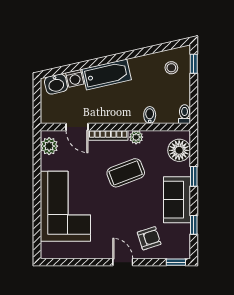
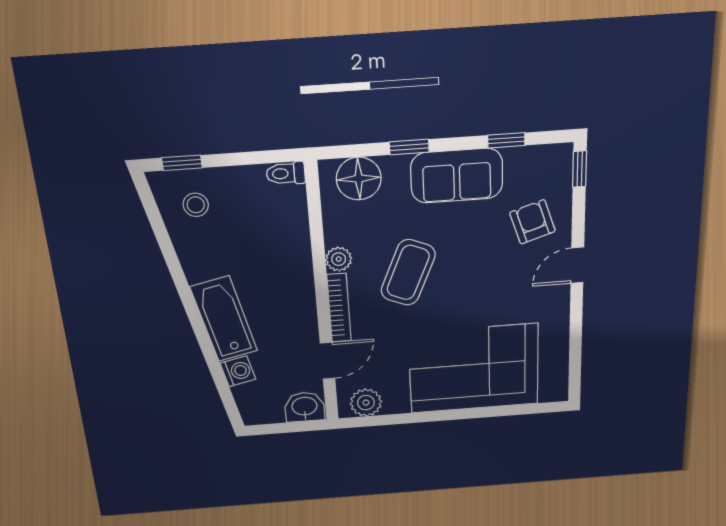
washbasin: (56, 84) -> (305, 407), moved, turned -77
bidet: (150, 115) -> (294, 238), removed
coffee table: (126, 173) -> (408, 273), turned 44

